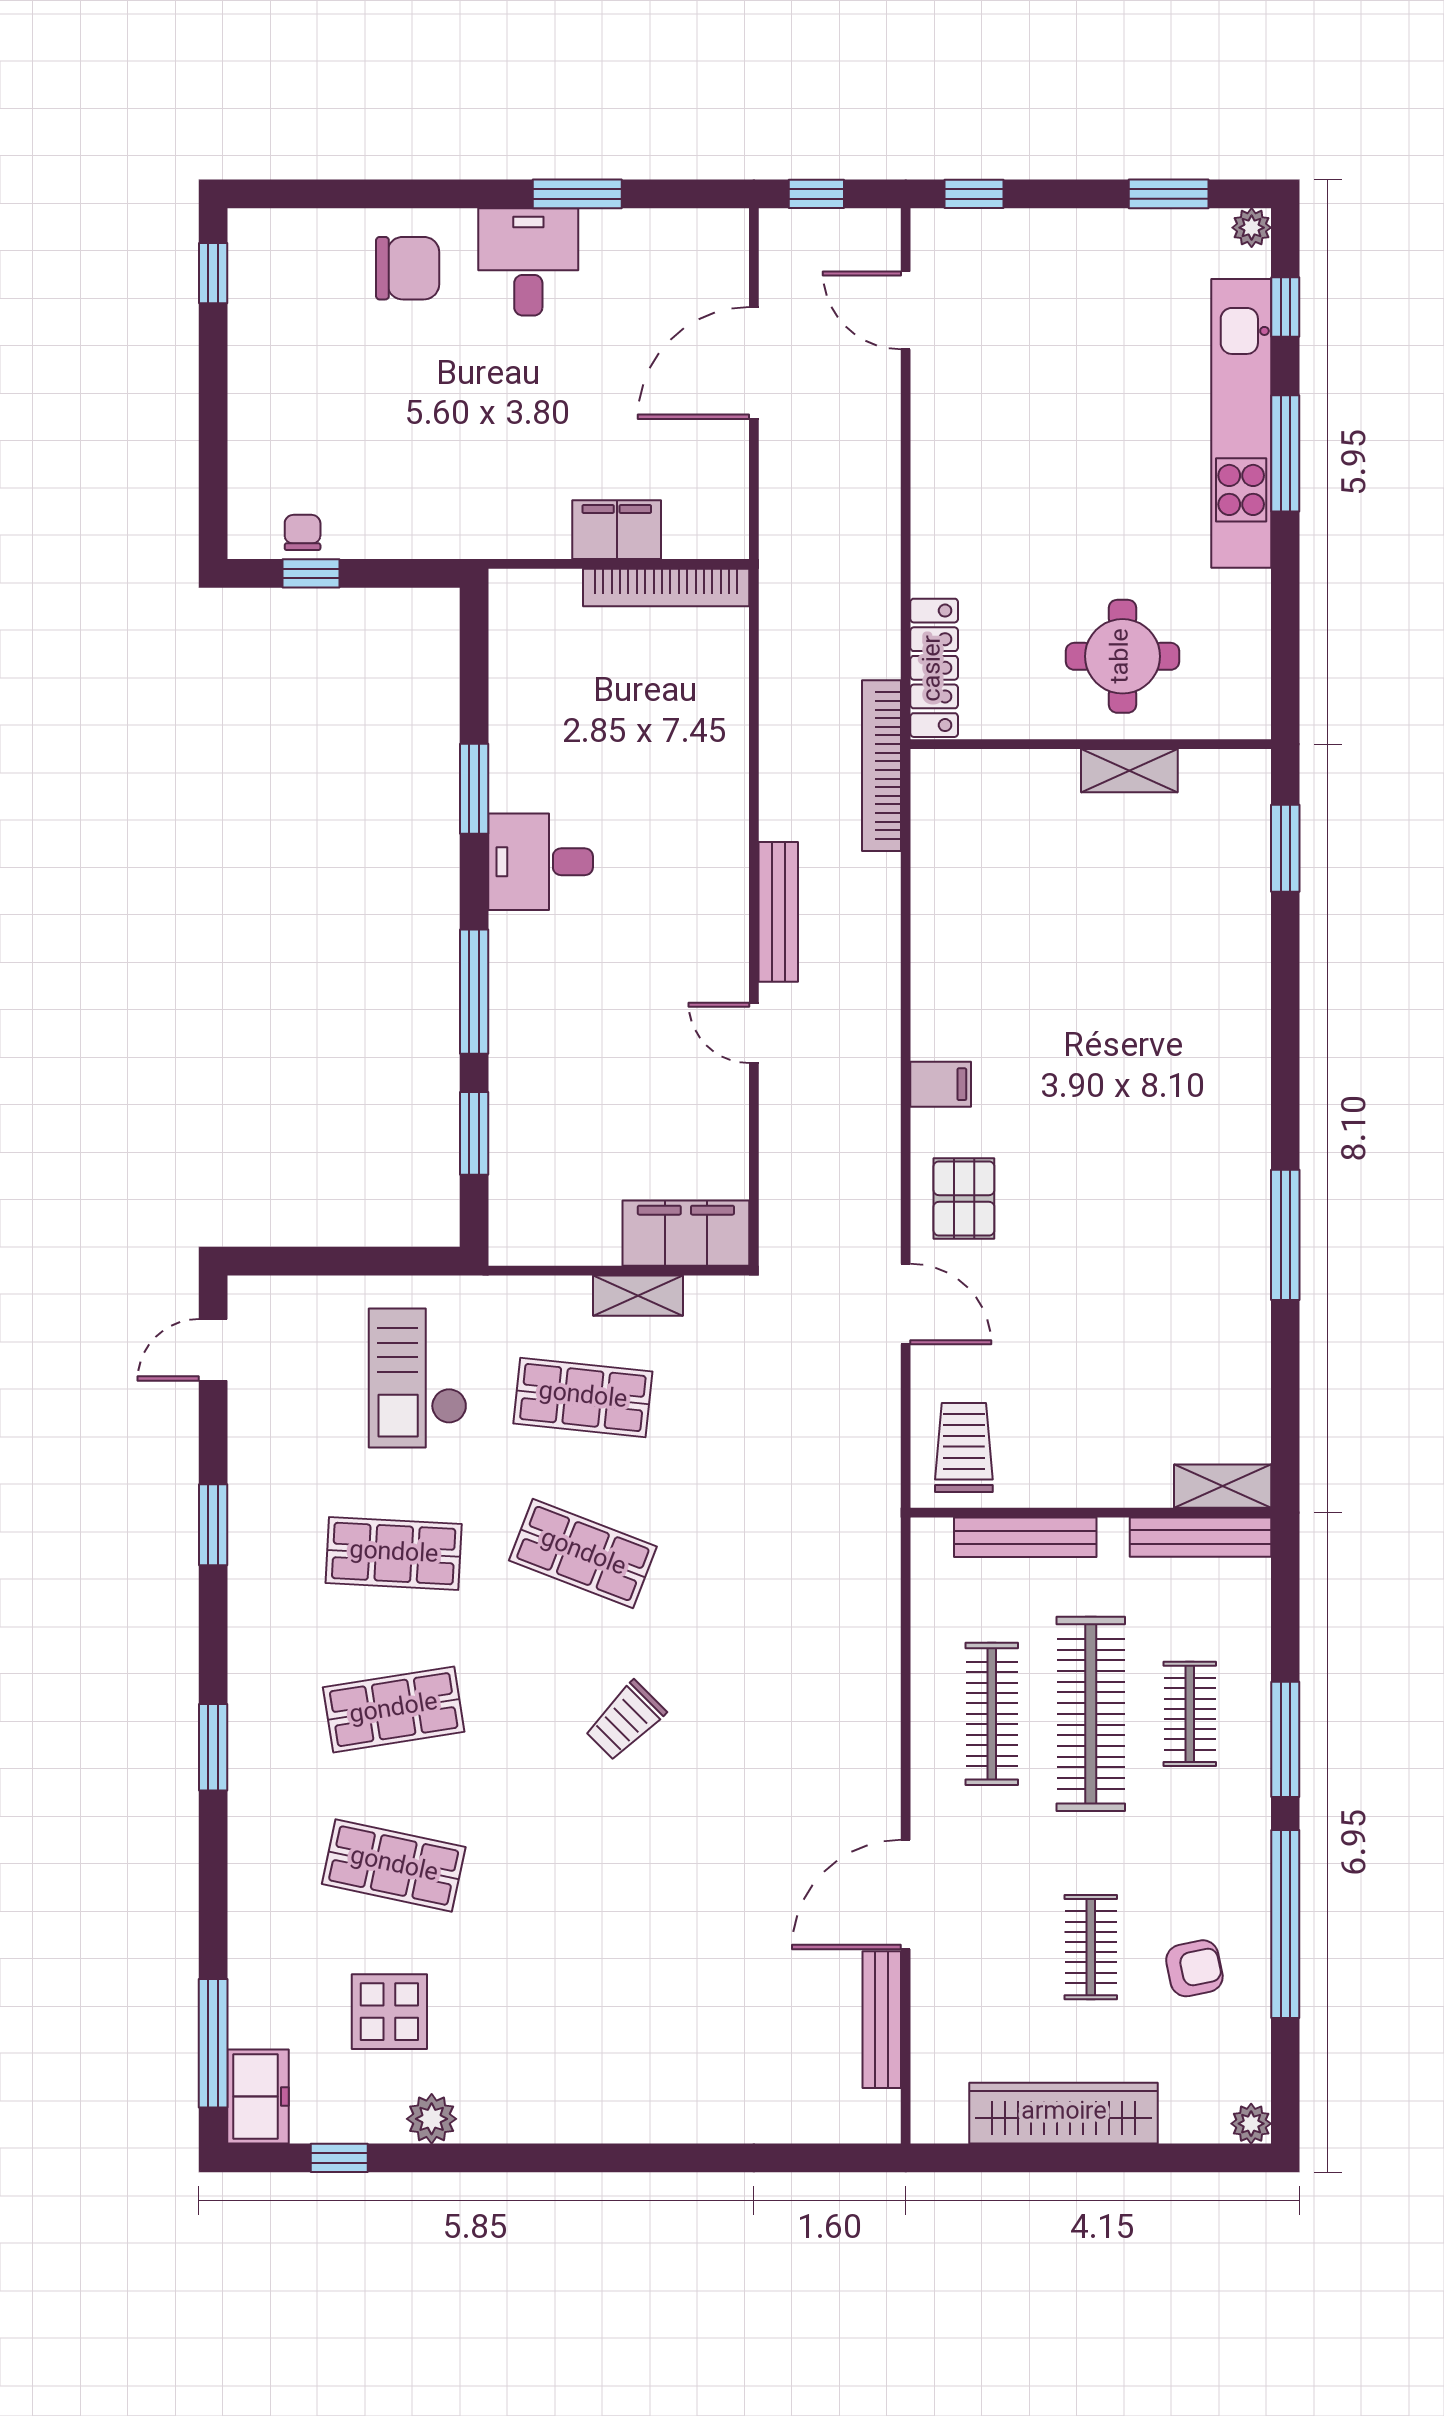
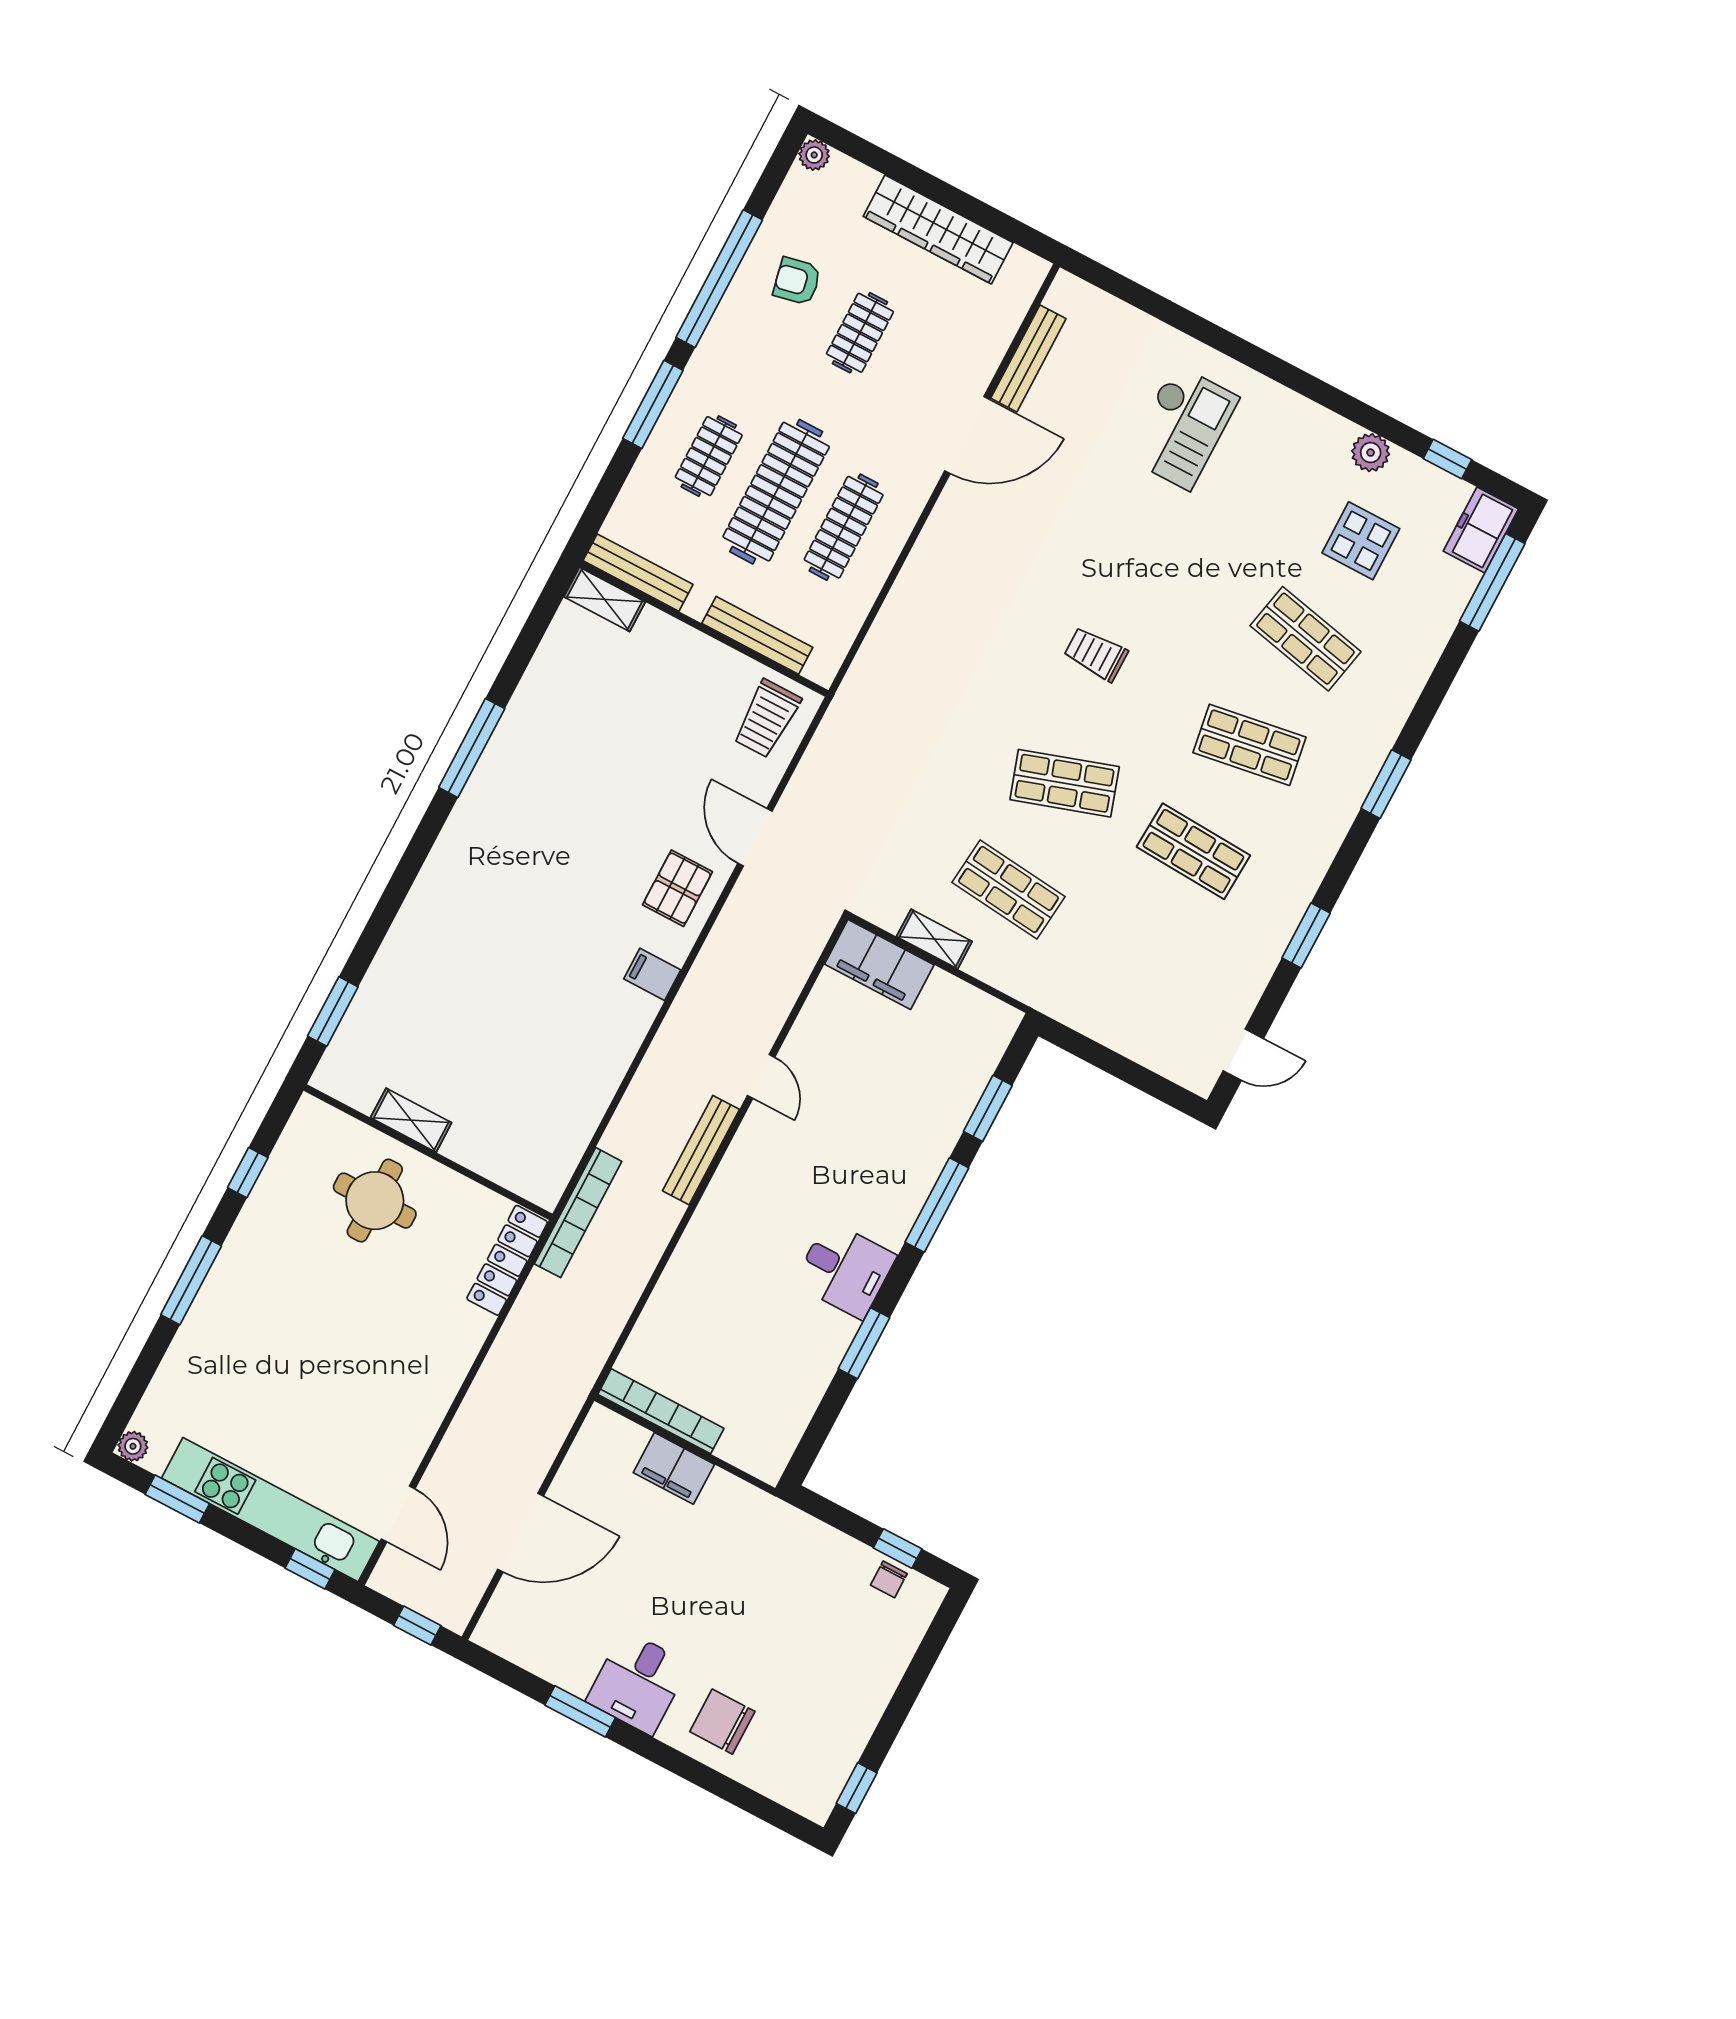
window: (1285, 307) -> (248, 1173), moved
kitchen unit: (1241, 423) -> (271, 1510), moved, turned -90
checkout: (418, 1378) -> (1182, 427), moved
shop shelf: (583, 1554) -> (1065, 783), turned -39
trolley: (625, 1721) -> (1096, 654), turned -135

